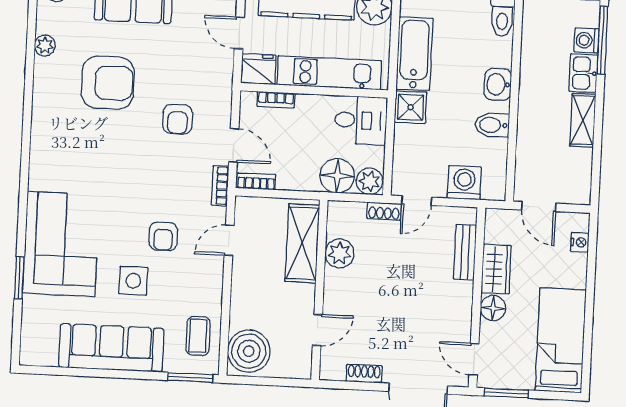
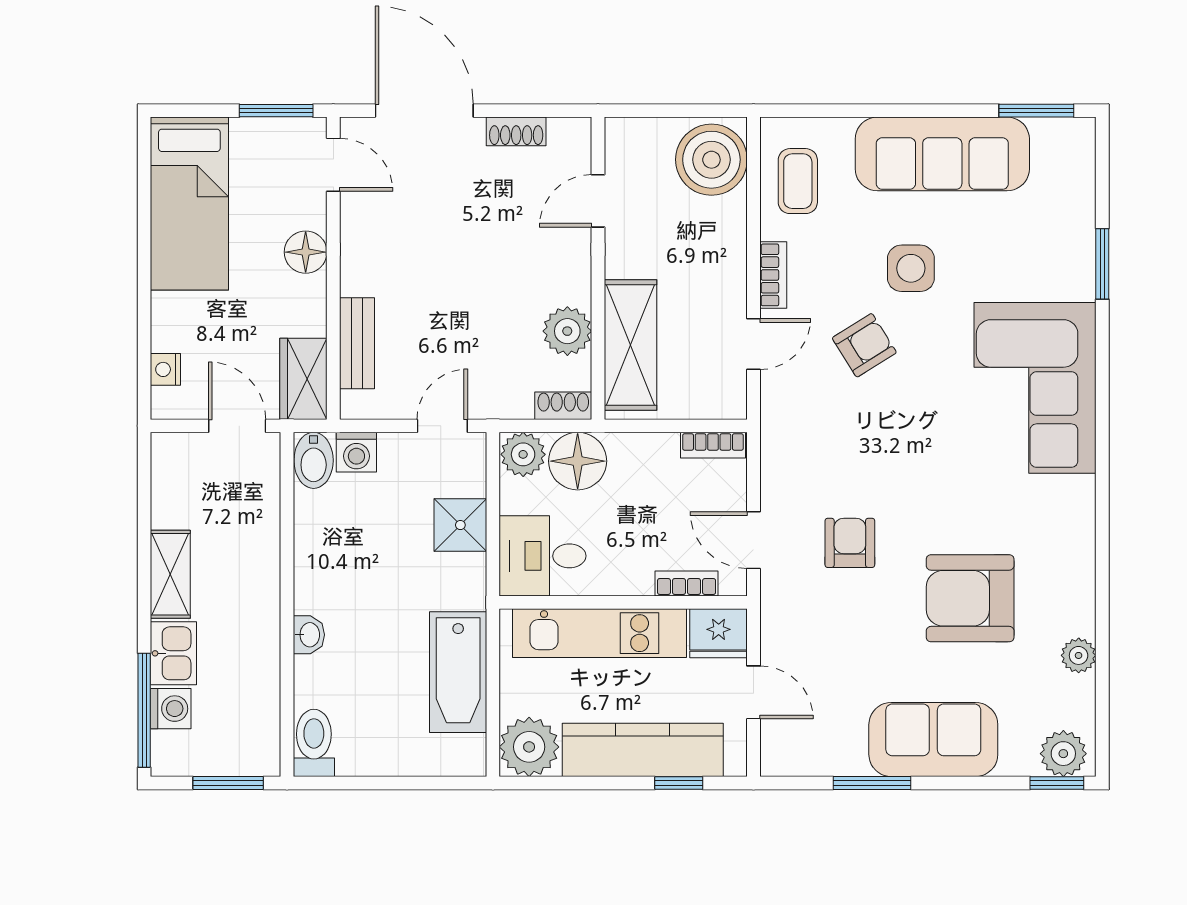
washbasin: (498, 84) -> (309, 635), width x0.72, depth x0.69
shower: (410, 107) -> (460, 525), moved
bidet: (492, 125) -> (314, 460), moved, turned 90
door: (234, 145) -> (753, 540), moved
washing machine: (464, 183) -> (356, 452), width x0.73, depth x0.73
bookcase: (220, 186) -> (773, 275), moved
shoe rack: (384, 211) -> (563, 406), moved
armchair: (163, 236) -> (864, 345), turned 58
corner sofa: (61, 244) -> (1035, 388), moved
wardrobe: (496, 269) -> (303, 379), moved
window: (190, 378) -> (1036, 111), moved

